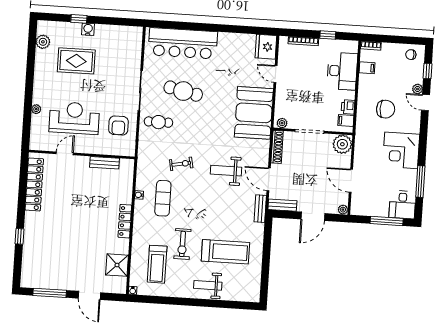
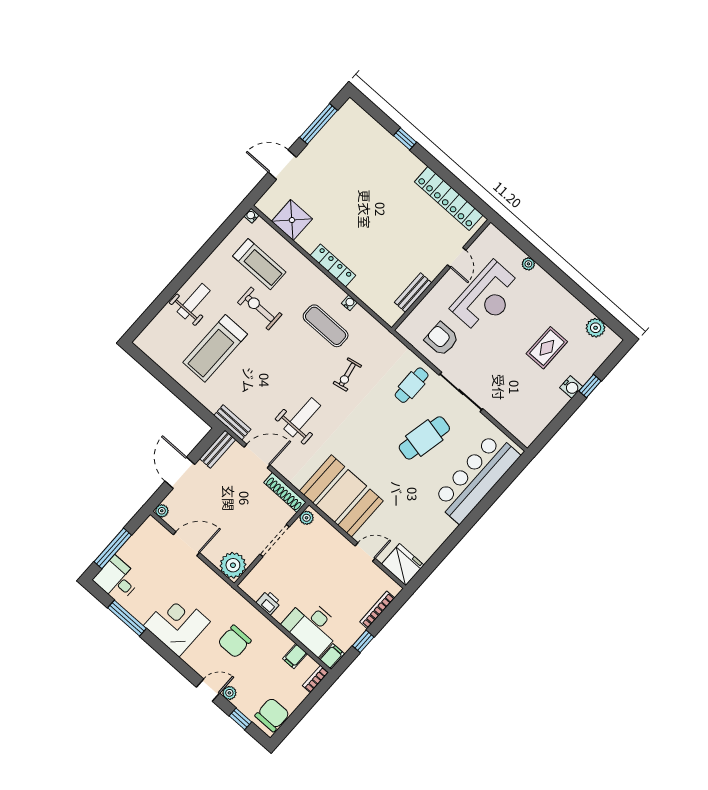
chair: (411, 55) -> (272, 715), width x1.87, depth x1.87
rug: (76, 61) -> (547, 348), width x0.73, depth x0.70
filing cabinet: (346, 121) -> (332, 656), moved
treadmill: (157, 264) -> (259, 264), turned 180

